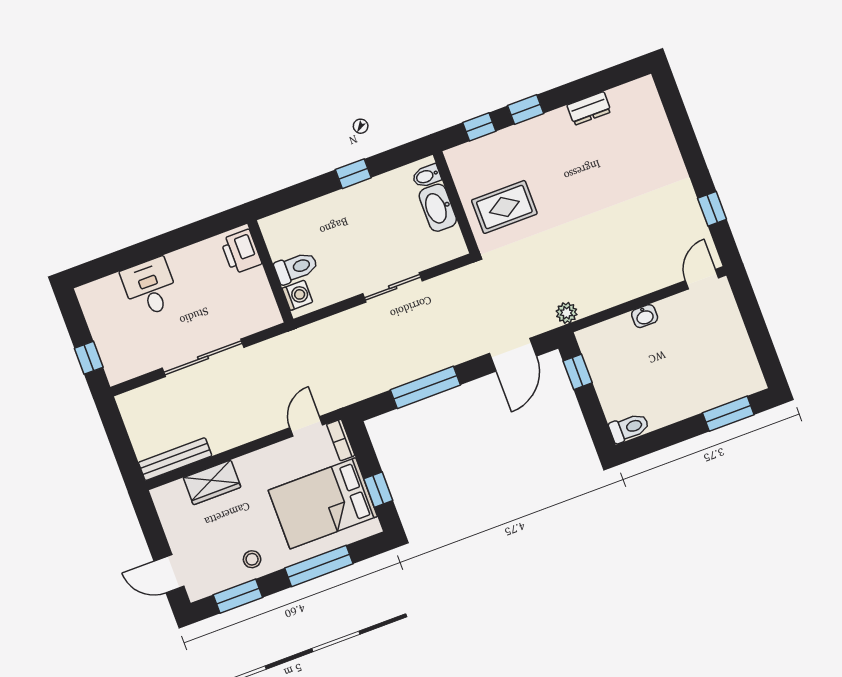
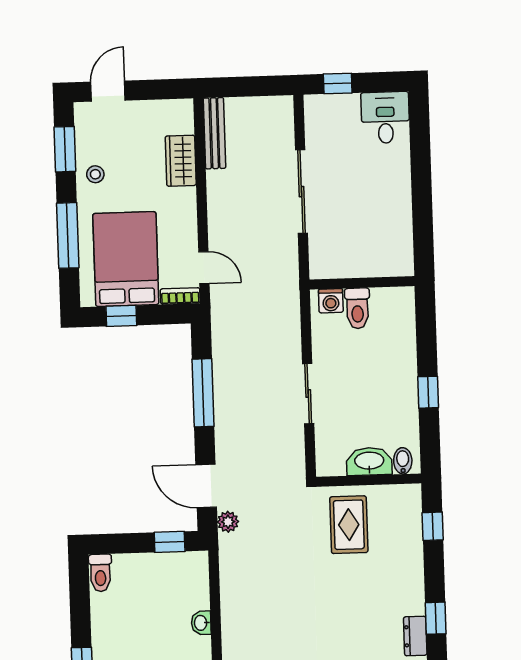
window: (526, 110) -> (436, 618), moved
printer: (241, 252) -> (390, 261), removed
desk: (150, 287) -> (385, 117), moved, turned -90
plant: (567, 313) -> (228, 522), moved

